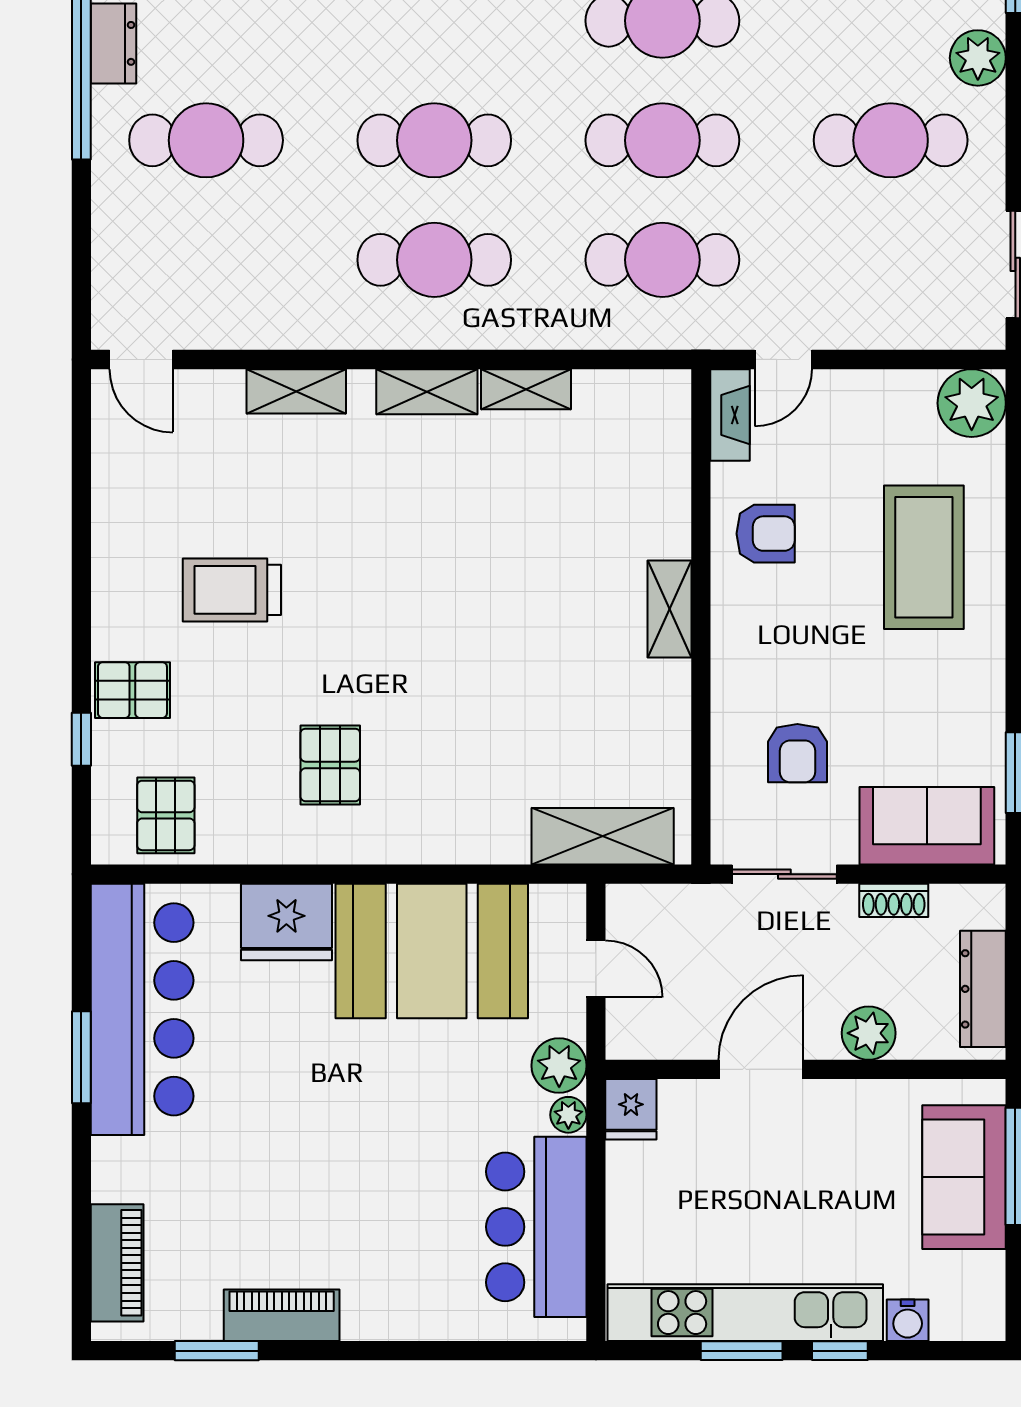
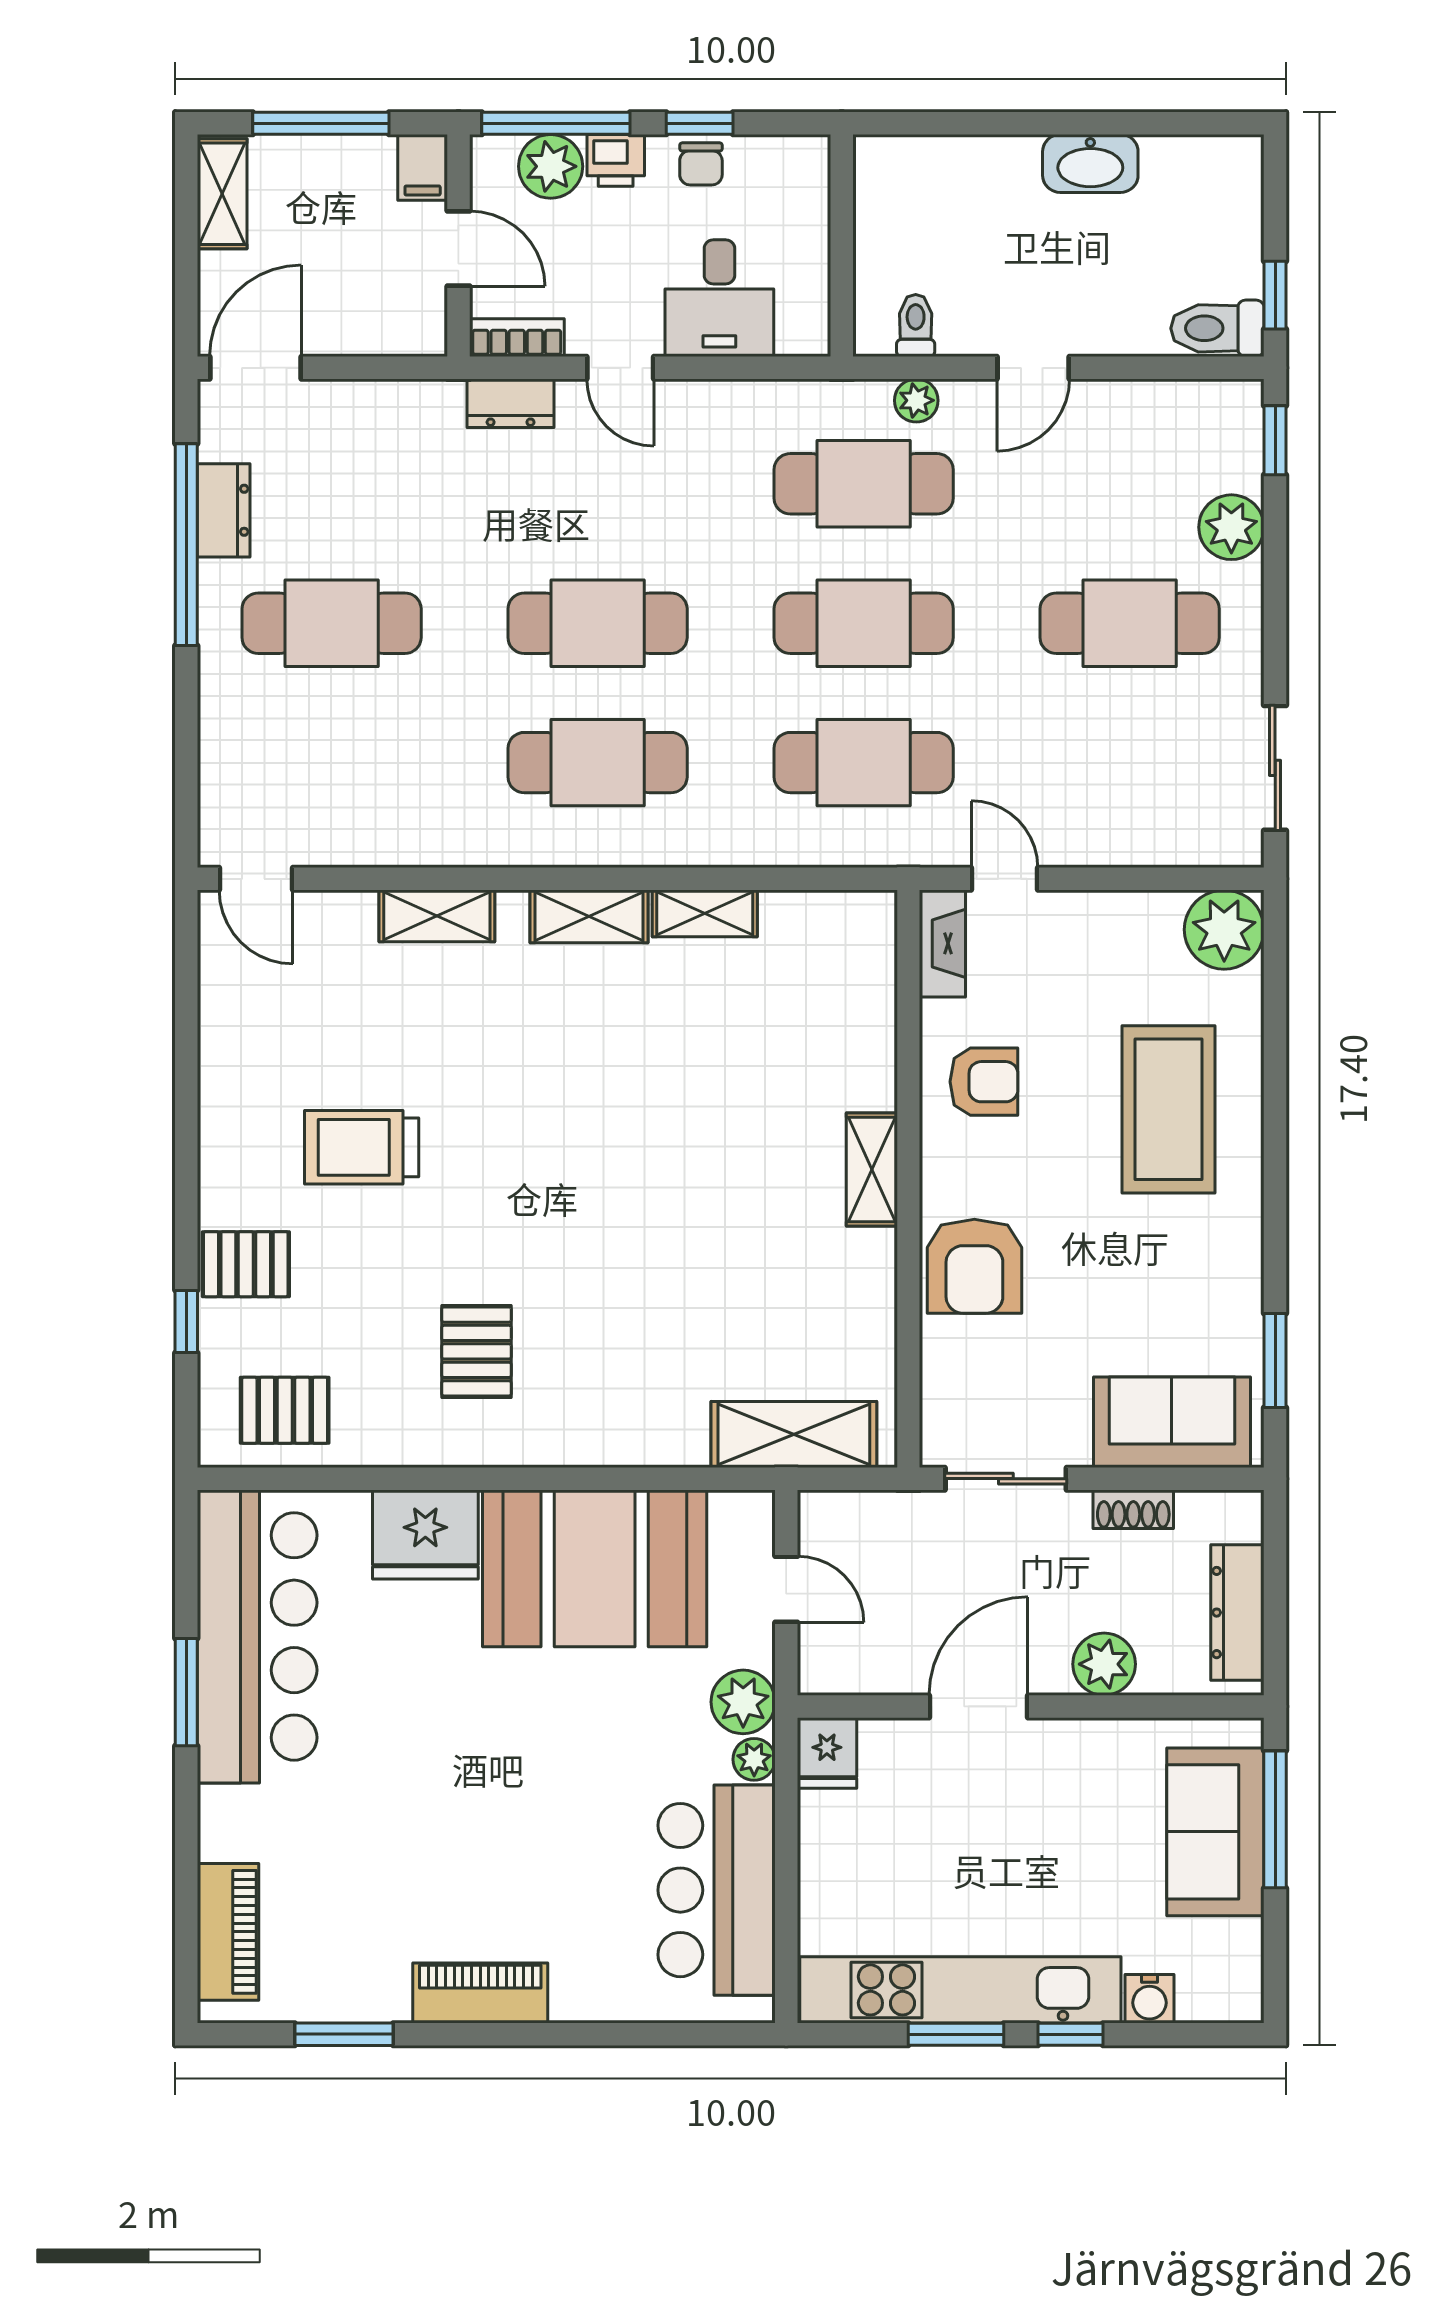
door: (783, 359) -> (1005, 879), swing flipped
armchair: (797, 753) -> (974, 1266), moved, width x1.38, depth x1.38
pallet: (166, 815) -> (285, 1410), turned 90
piano: (282, 1315) -> (480, 1993), moved

